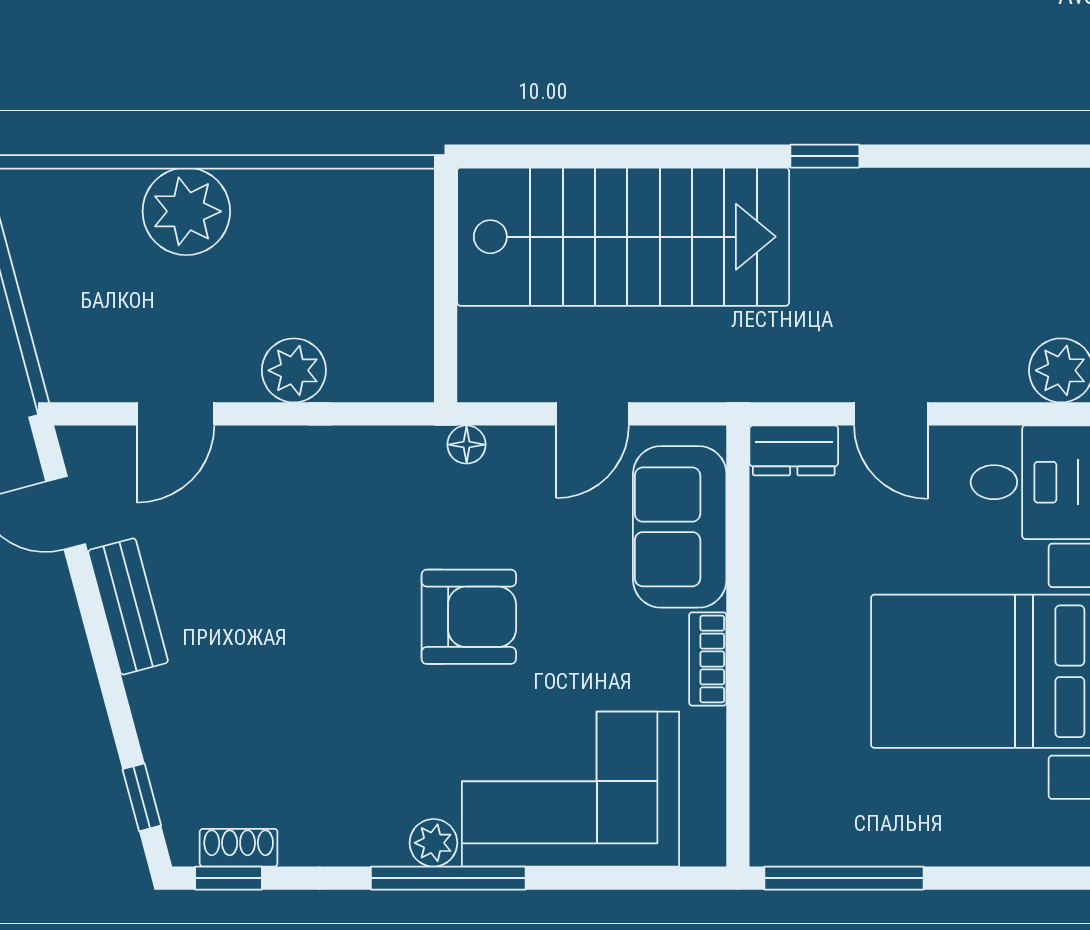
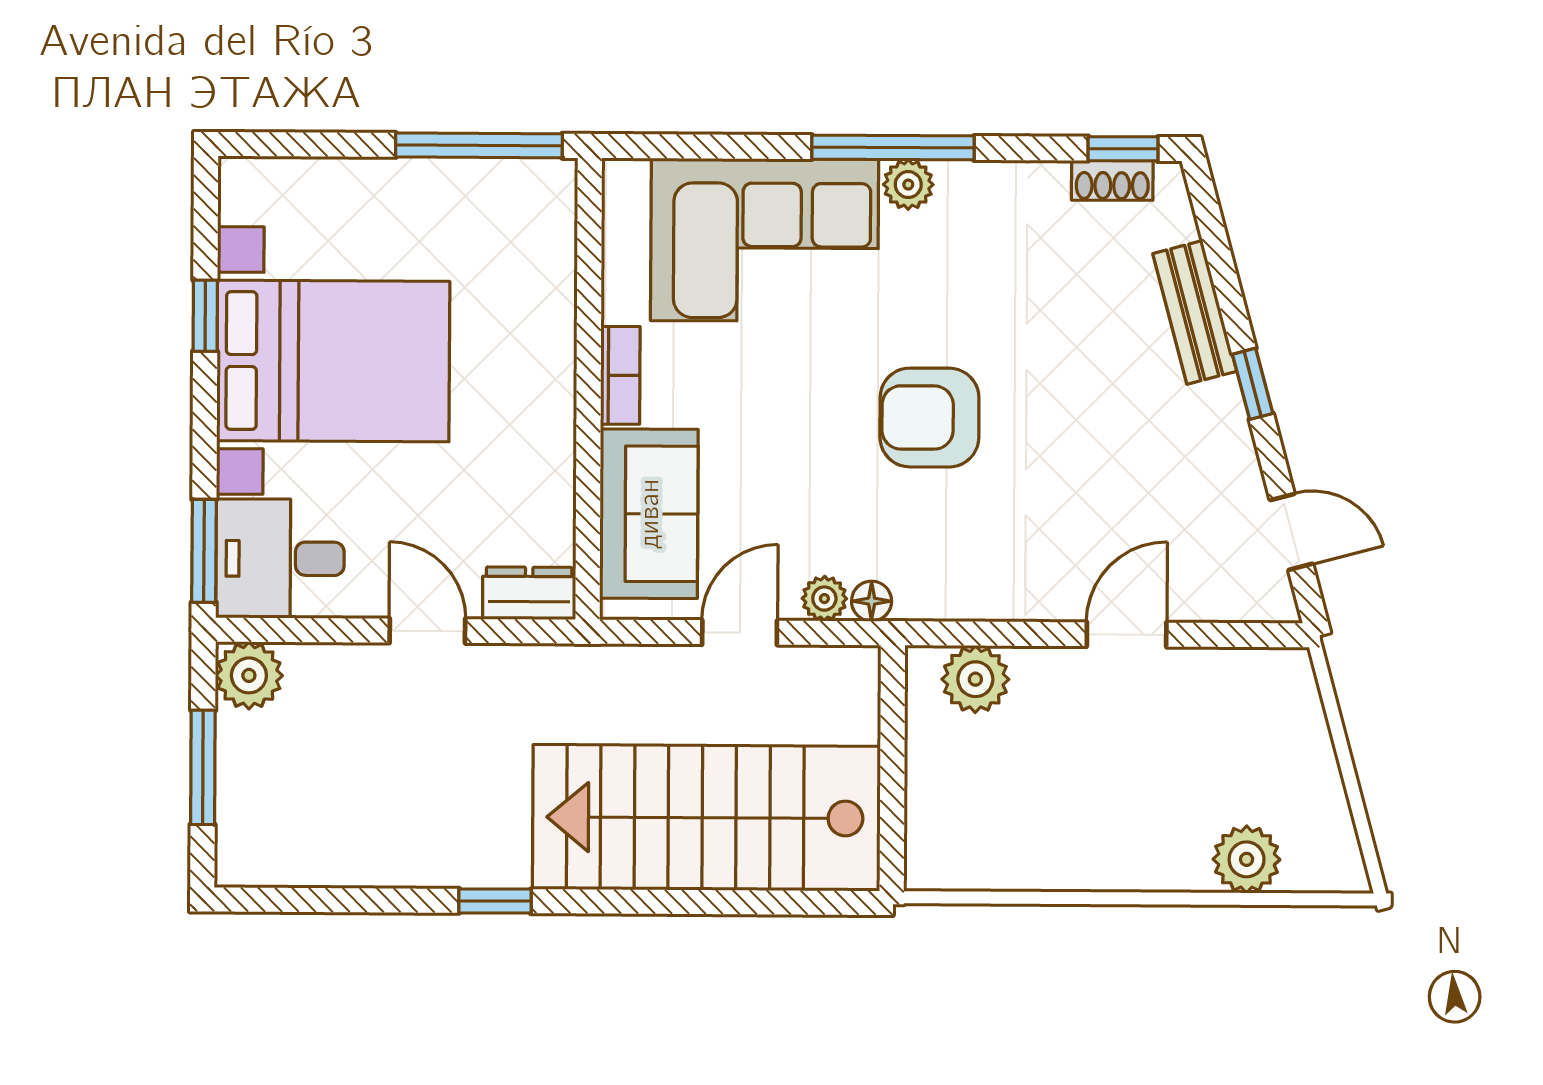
plant: (186, 211) -> (1247, 859), moved, width x0.73, depth x0.73
plant: (294, 370) -> (975, 679), moved
door: (176, 414) -> (1127, 634), moved
plant: (512, 447) -> (824, 599), added
bench: (128, 606) -> (1195, 312), moved
armchair: (469, 617) -> (929, 418), moved
window: (142, 797) -> (1253, 384), moved

